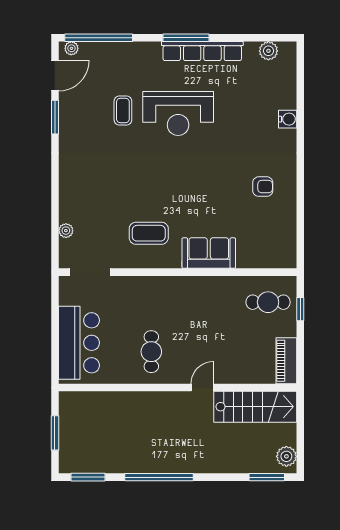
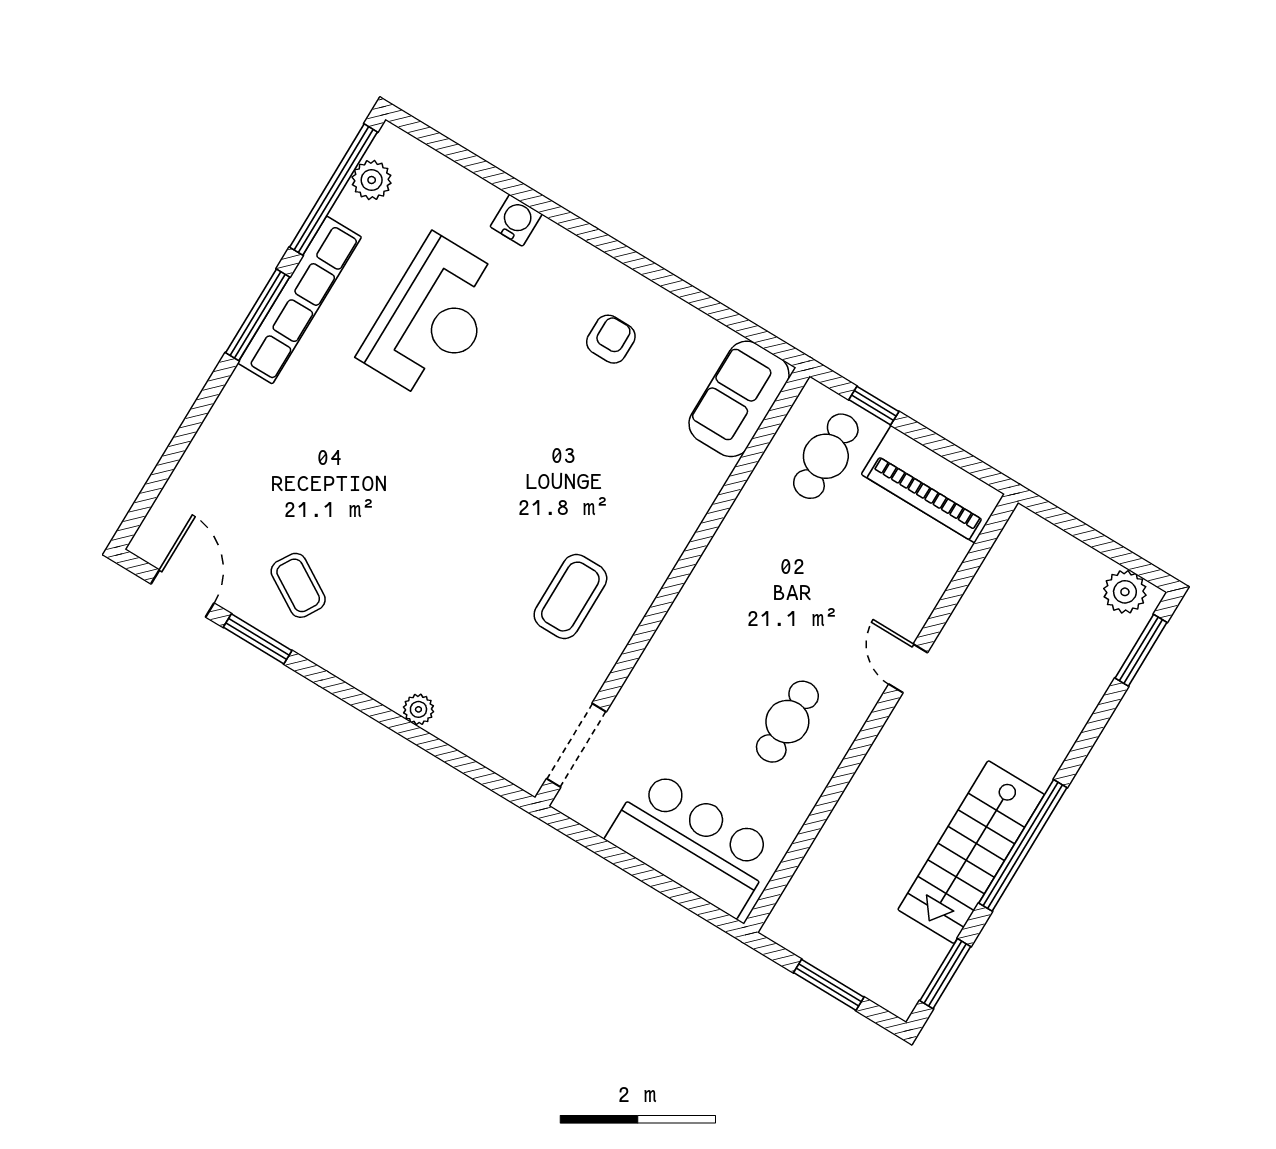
window: (99, 38) -> (334, 190), moved
plant: (71, 48) -> (151, 534), removed
coffee table: (123, 110) -> (298, 585), moved, turned 31
reception desk: (178, 113) -> (433, 318), moved
plant: (66, 231) -> (418, 709), moved
sofa: (209, 253) -> (739, 399), moved
cafe table: (151, 352) -> (787, 722), turned 90
piano: (286, 361) -> (933, 484), width x1.37, depth x1.33
stairs: (255, 407) -> (971, 852), moved, turned 180

